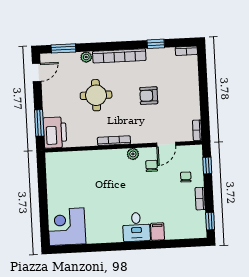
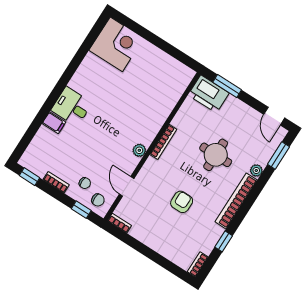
chair: (152, 166) -> (98, 200), moved

